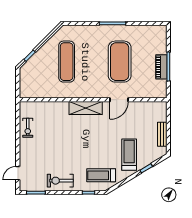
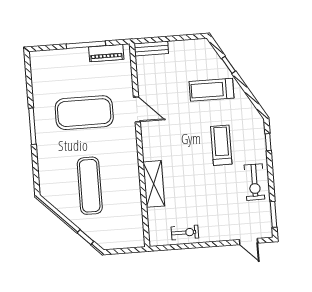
exercise mat: (67, 62) -> (90, 186), turned 90
piano: (161, 67) -> (106, 53), moved
shelving: (86, 108) -> (154, 184), moved
bench: (162, 134) -> (151, 48), moved
treadmill: (101, 175) -> (221, 145), moved, turned 180

